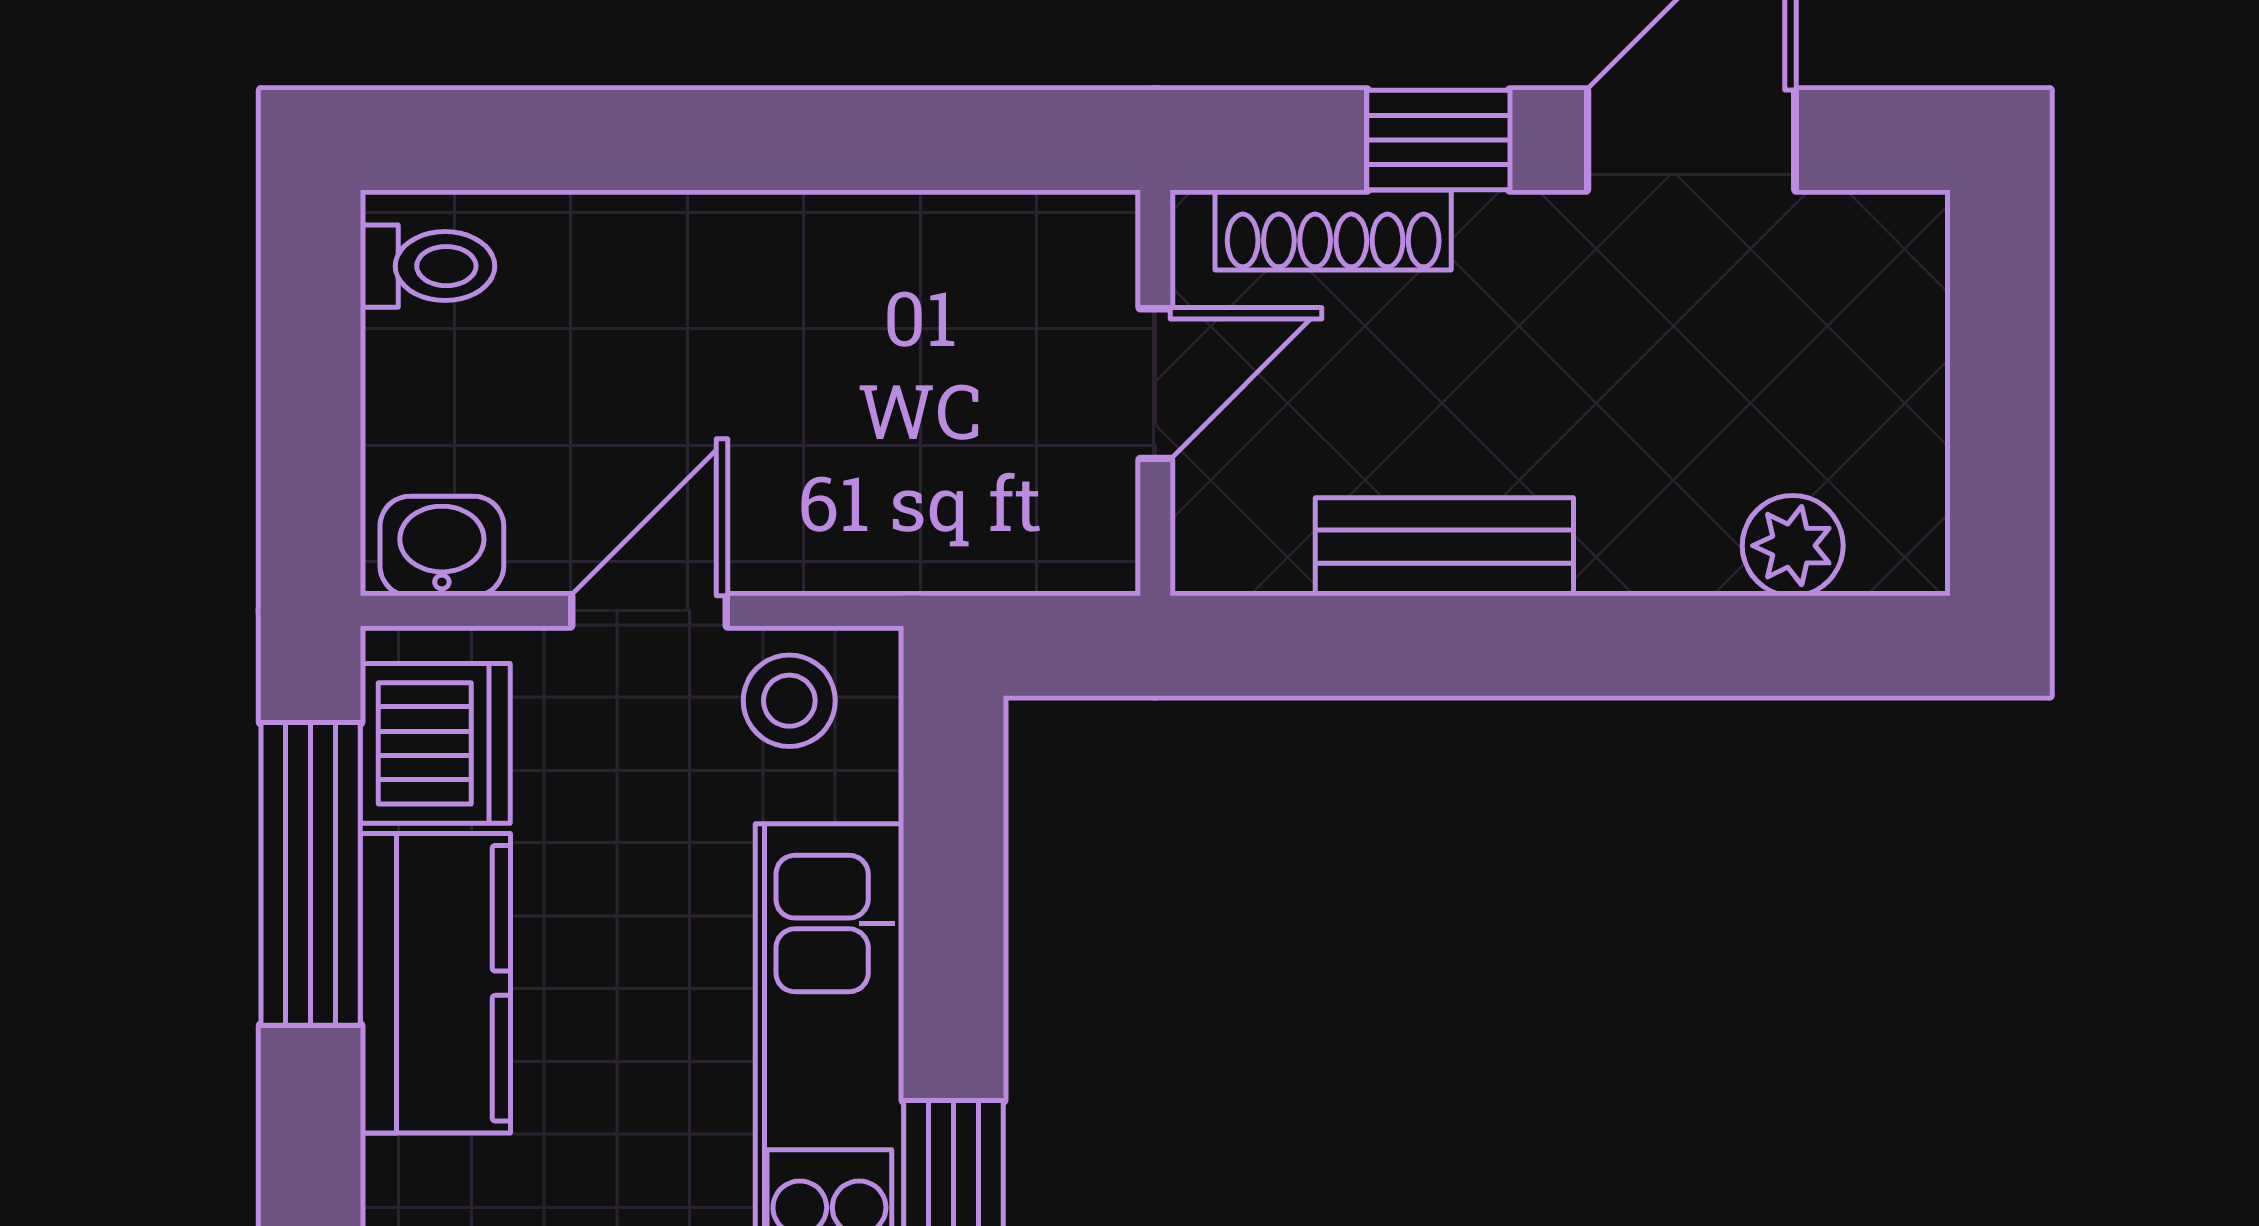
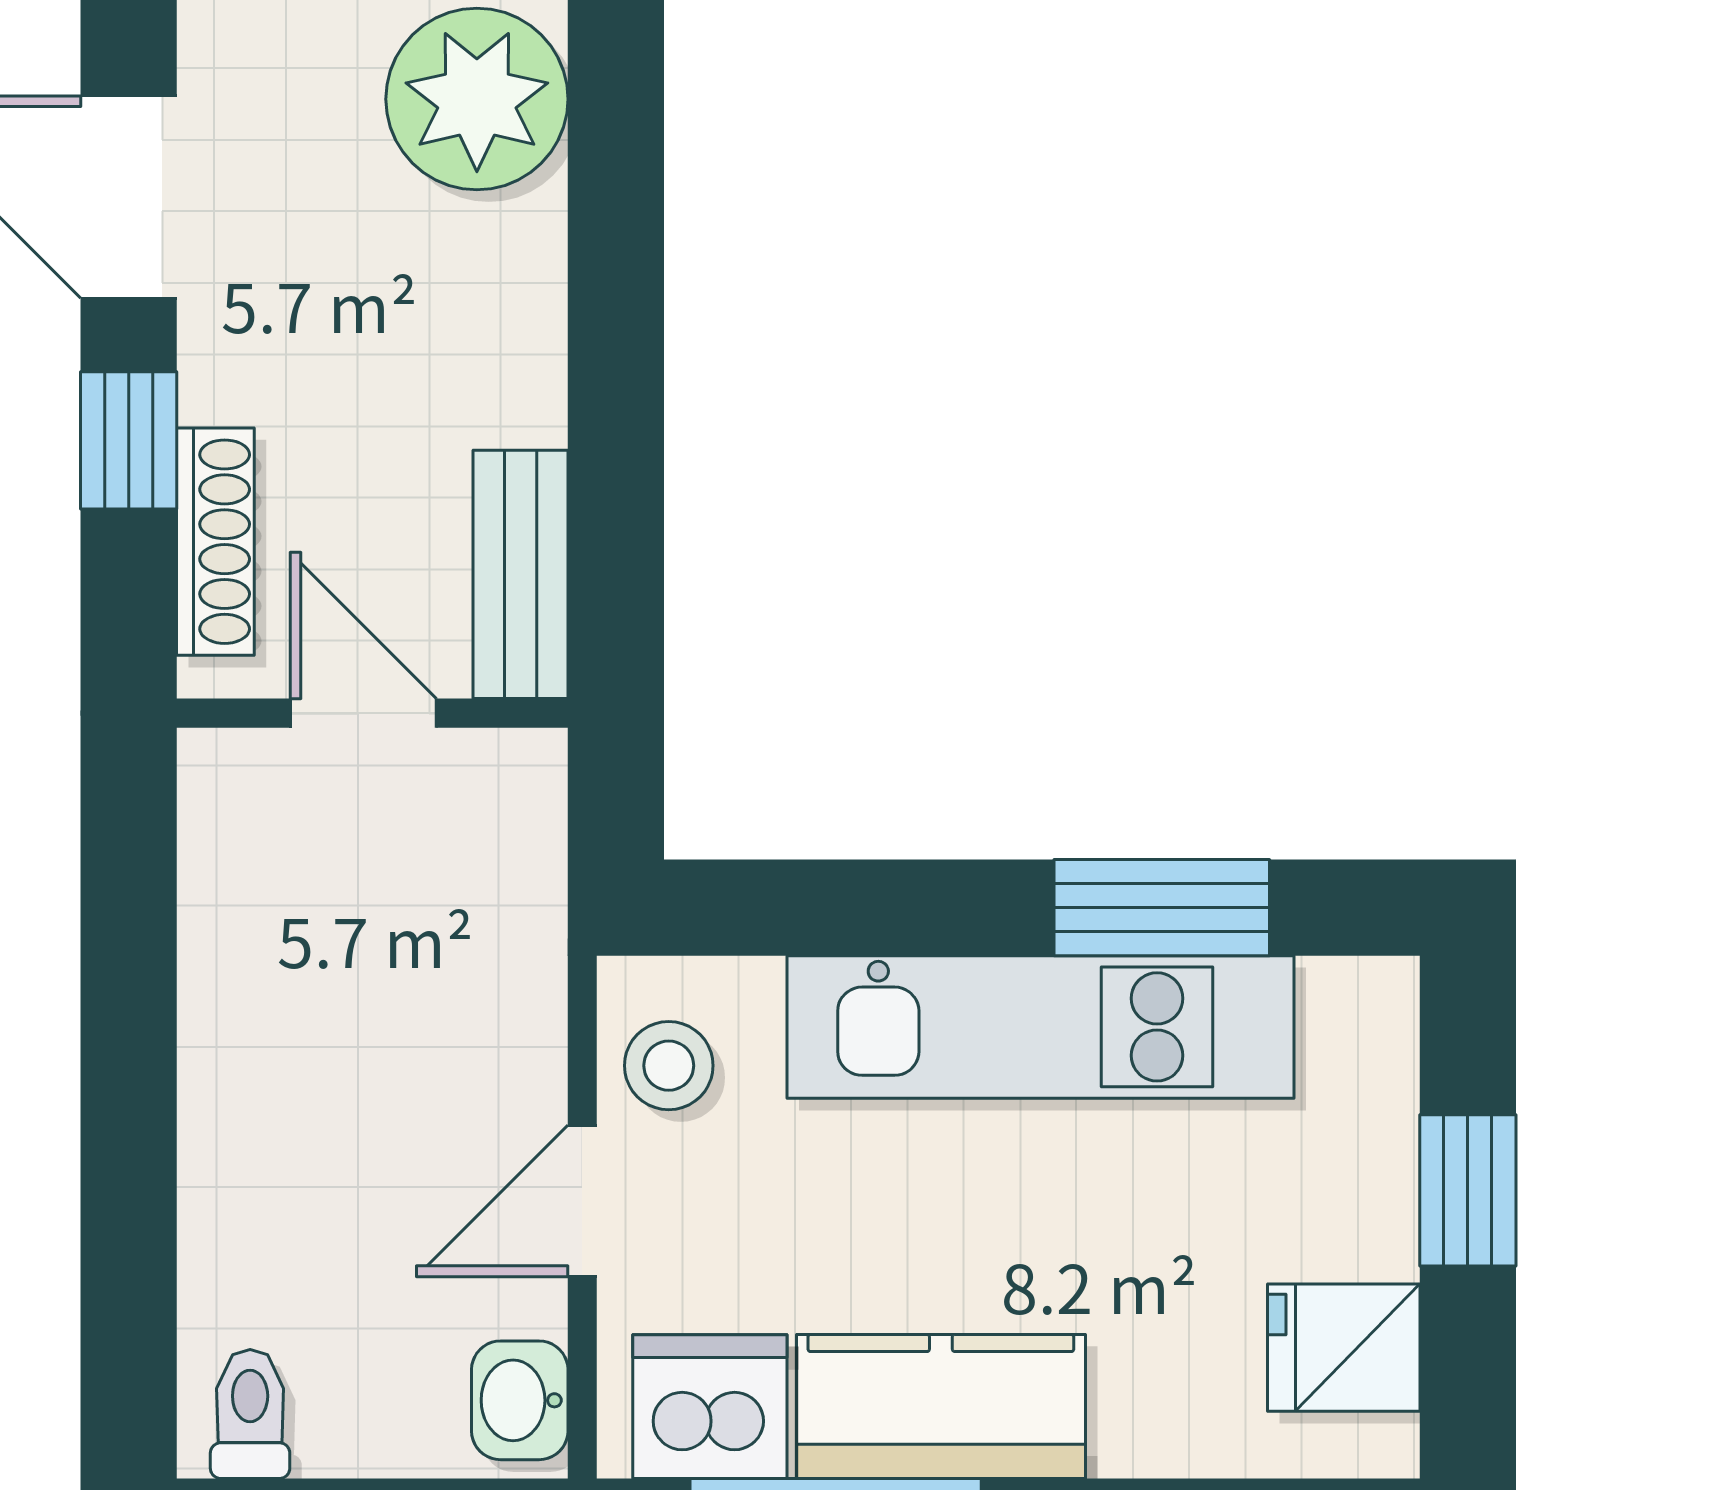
plant: (1793, 546) -> (477, 99), width x1.88, depth x1.88
bench: (1444, 547) -> (520, 574), moved
door: (649, 611) -> (582, 1201), hinge flipped

